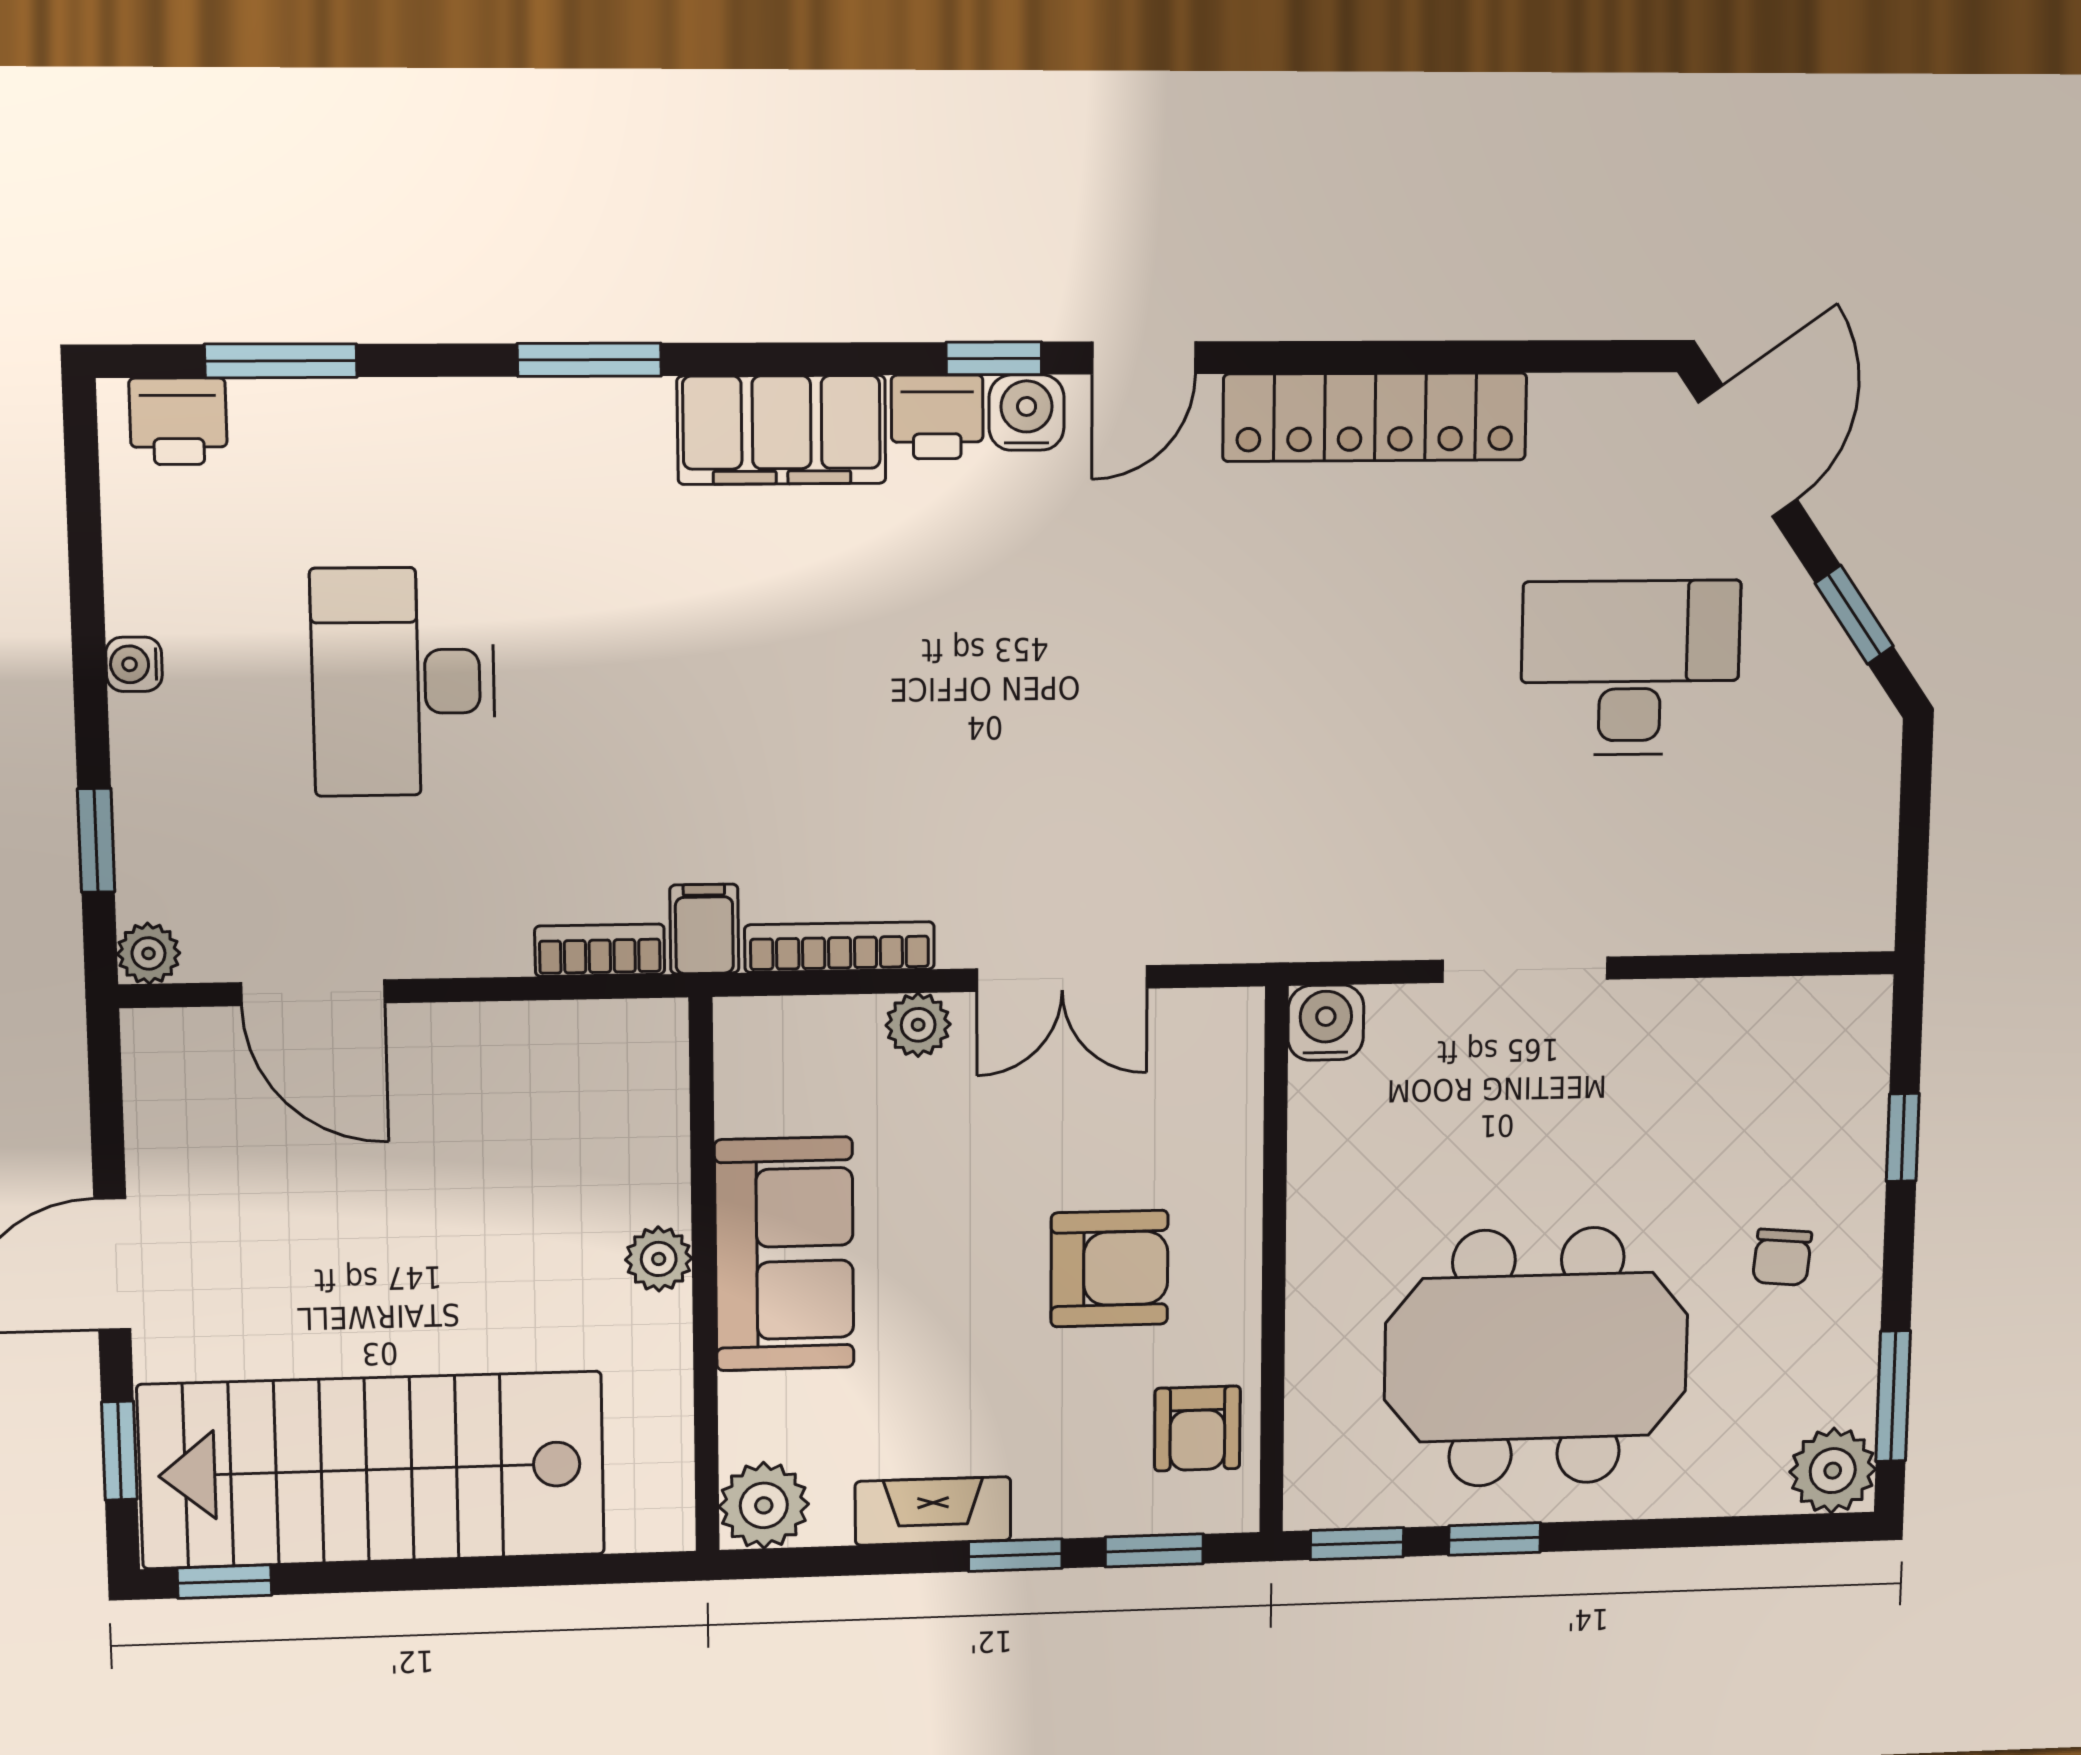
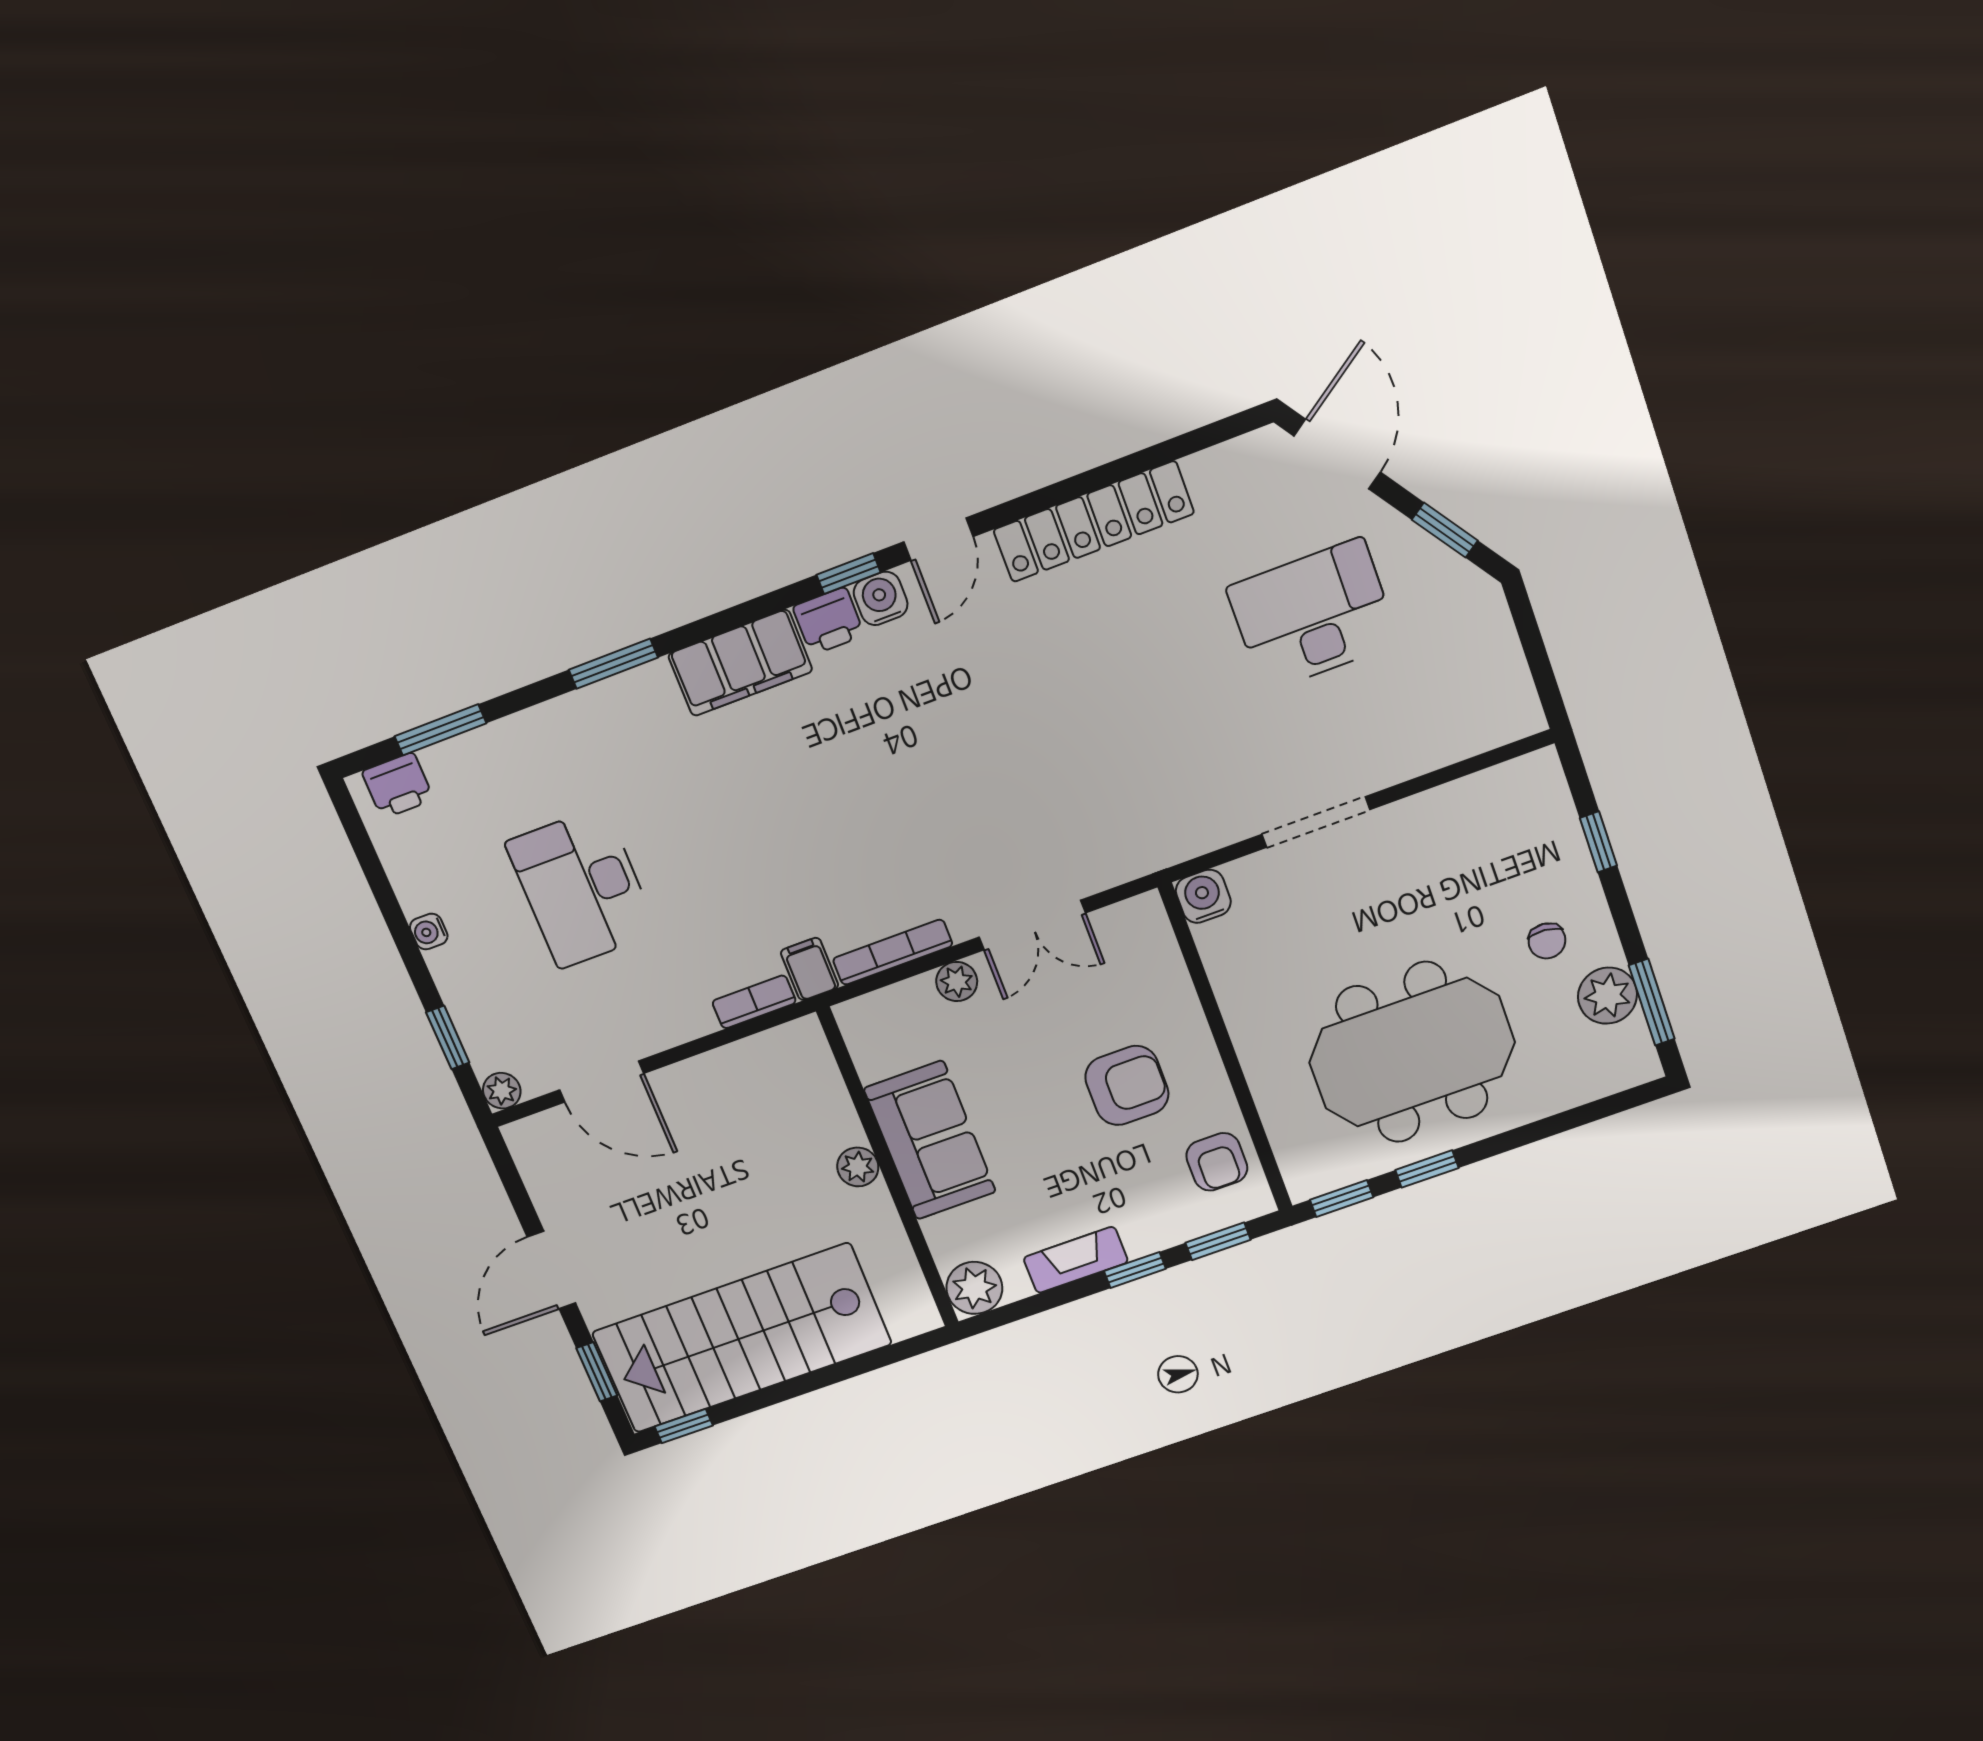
plant: (1833, 1471) -> (1607, 996), moved

